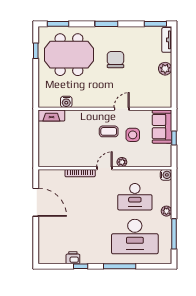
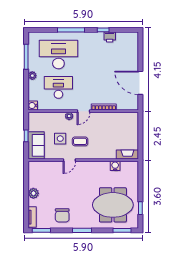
chair: (115, 60) -> (62, 215), moved

